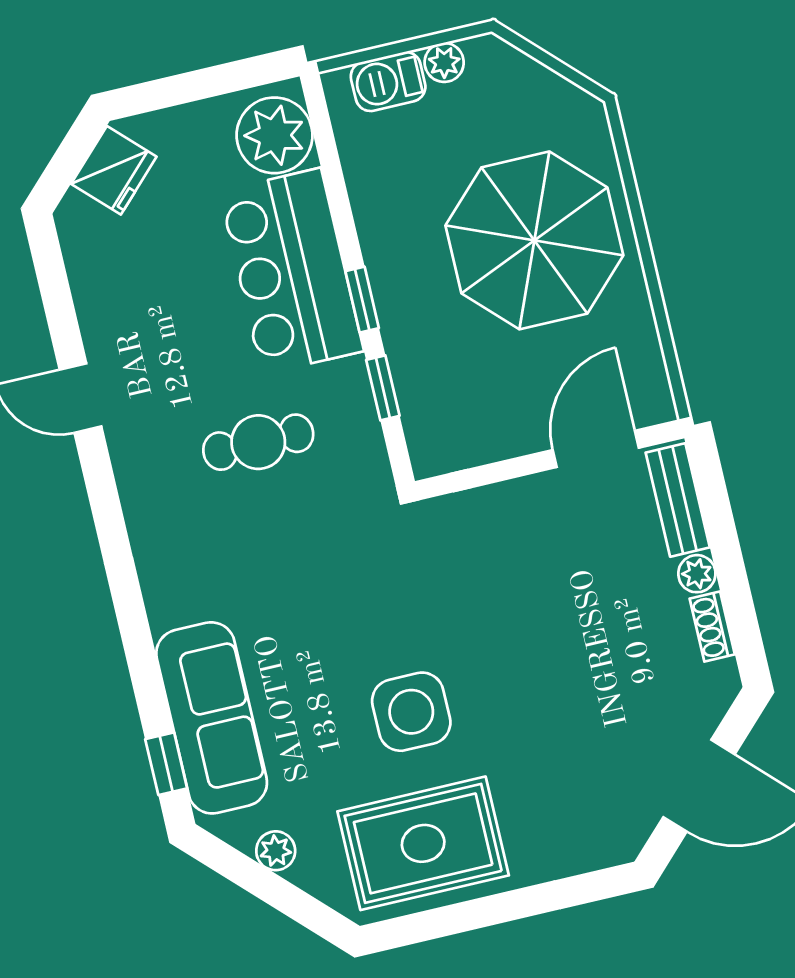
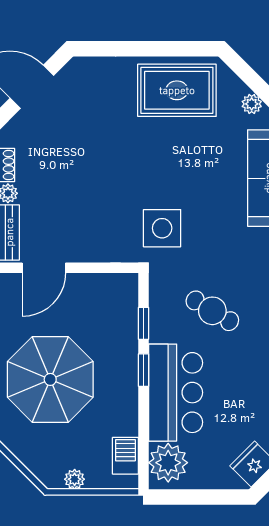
barbecue: (388, 81) -> (125, 456), moved, turned -90
cafe table: (258, 442) -> (212, 311), turned 31
side table: (411, 712) -> (162, 228), moved

